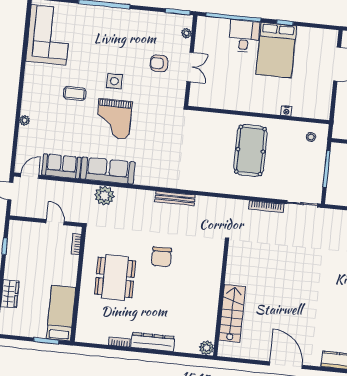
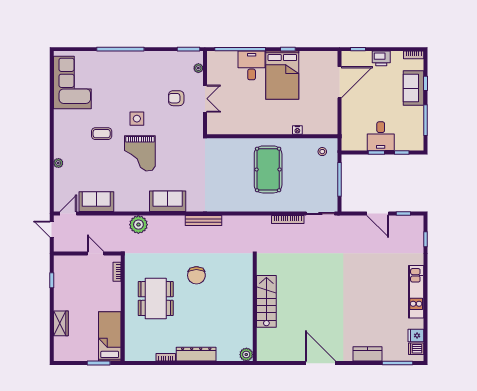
sofa: (108, 171) -> (168, 201), moved, width x0.73
stairs: (232, 313) -> (266, 301), moved

